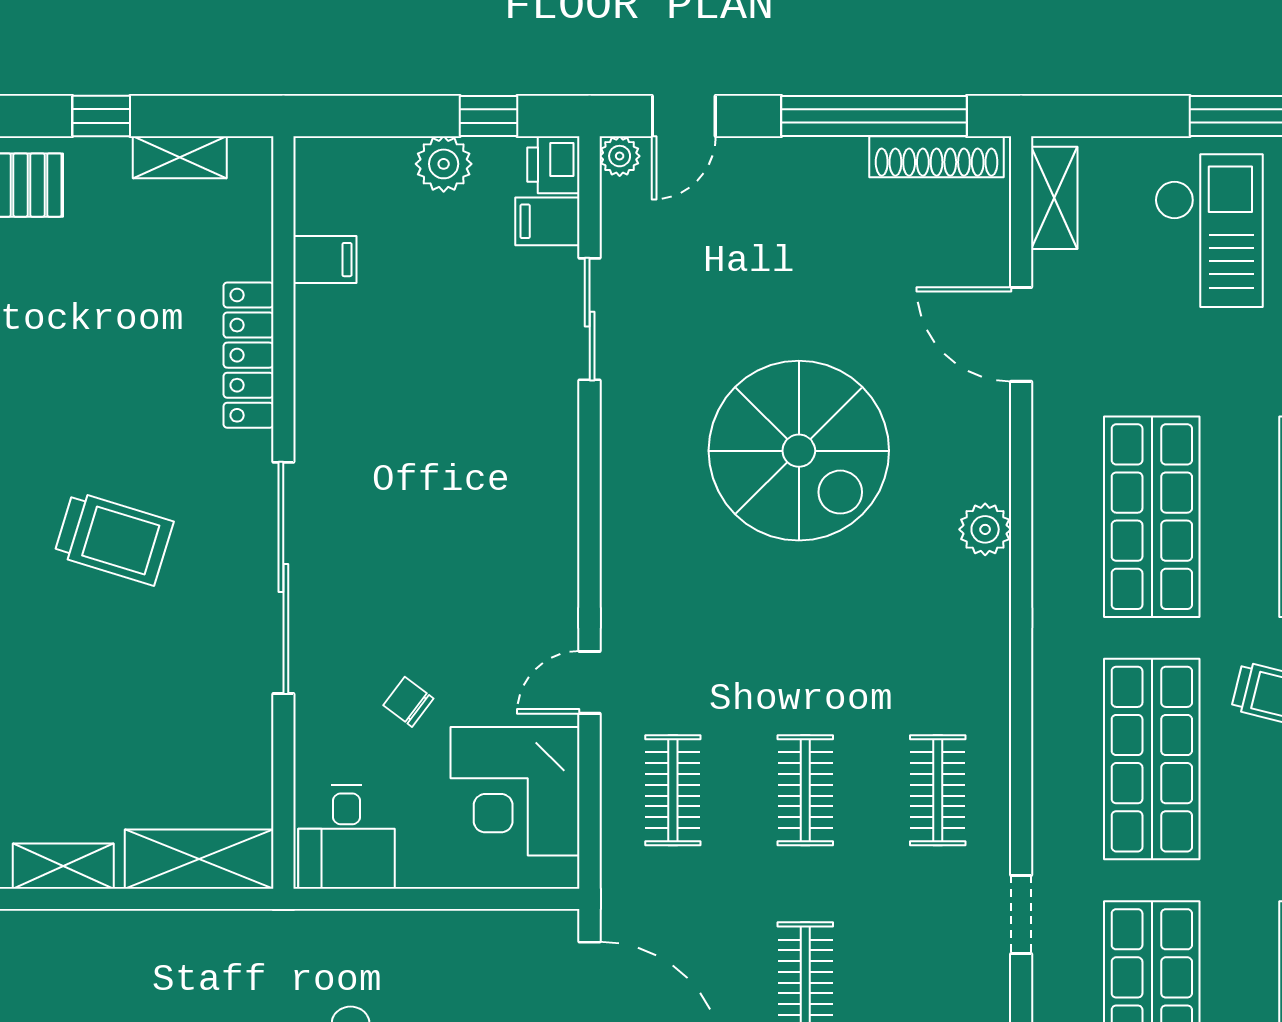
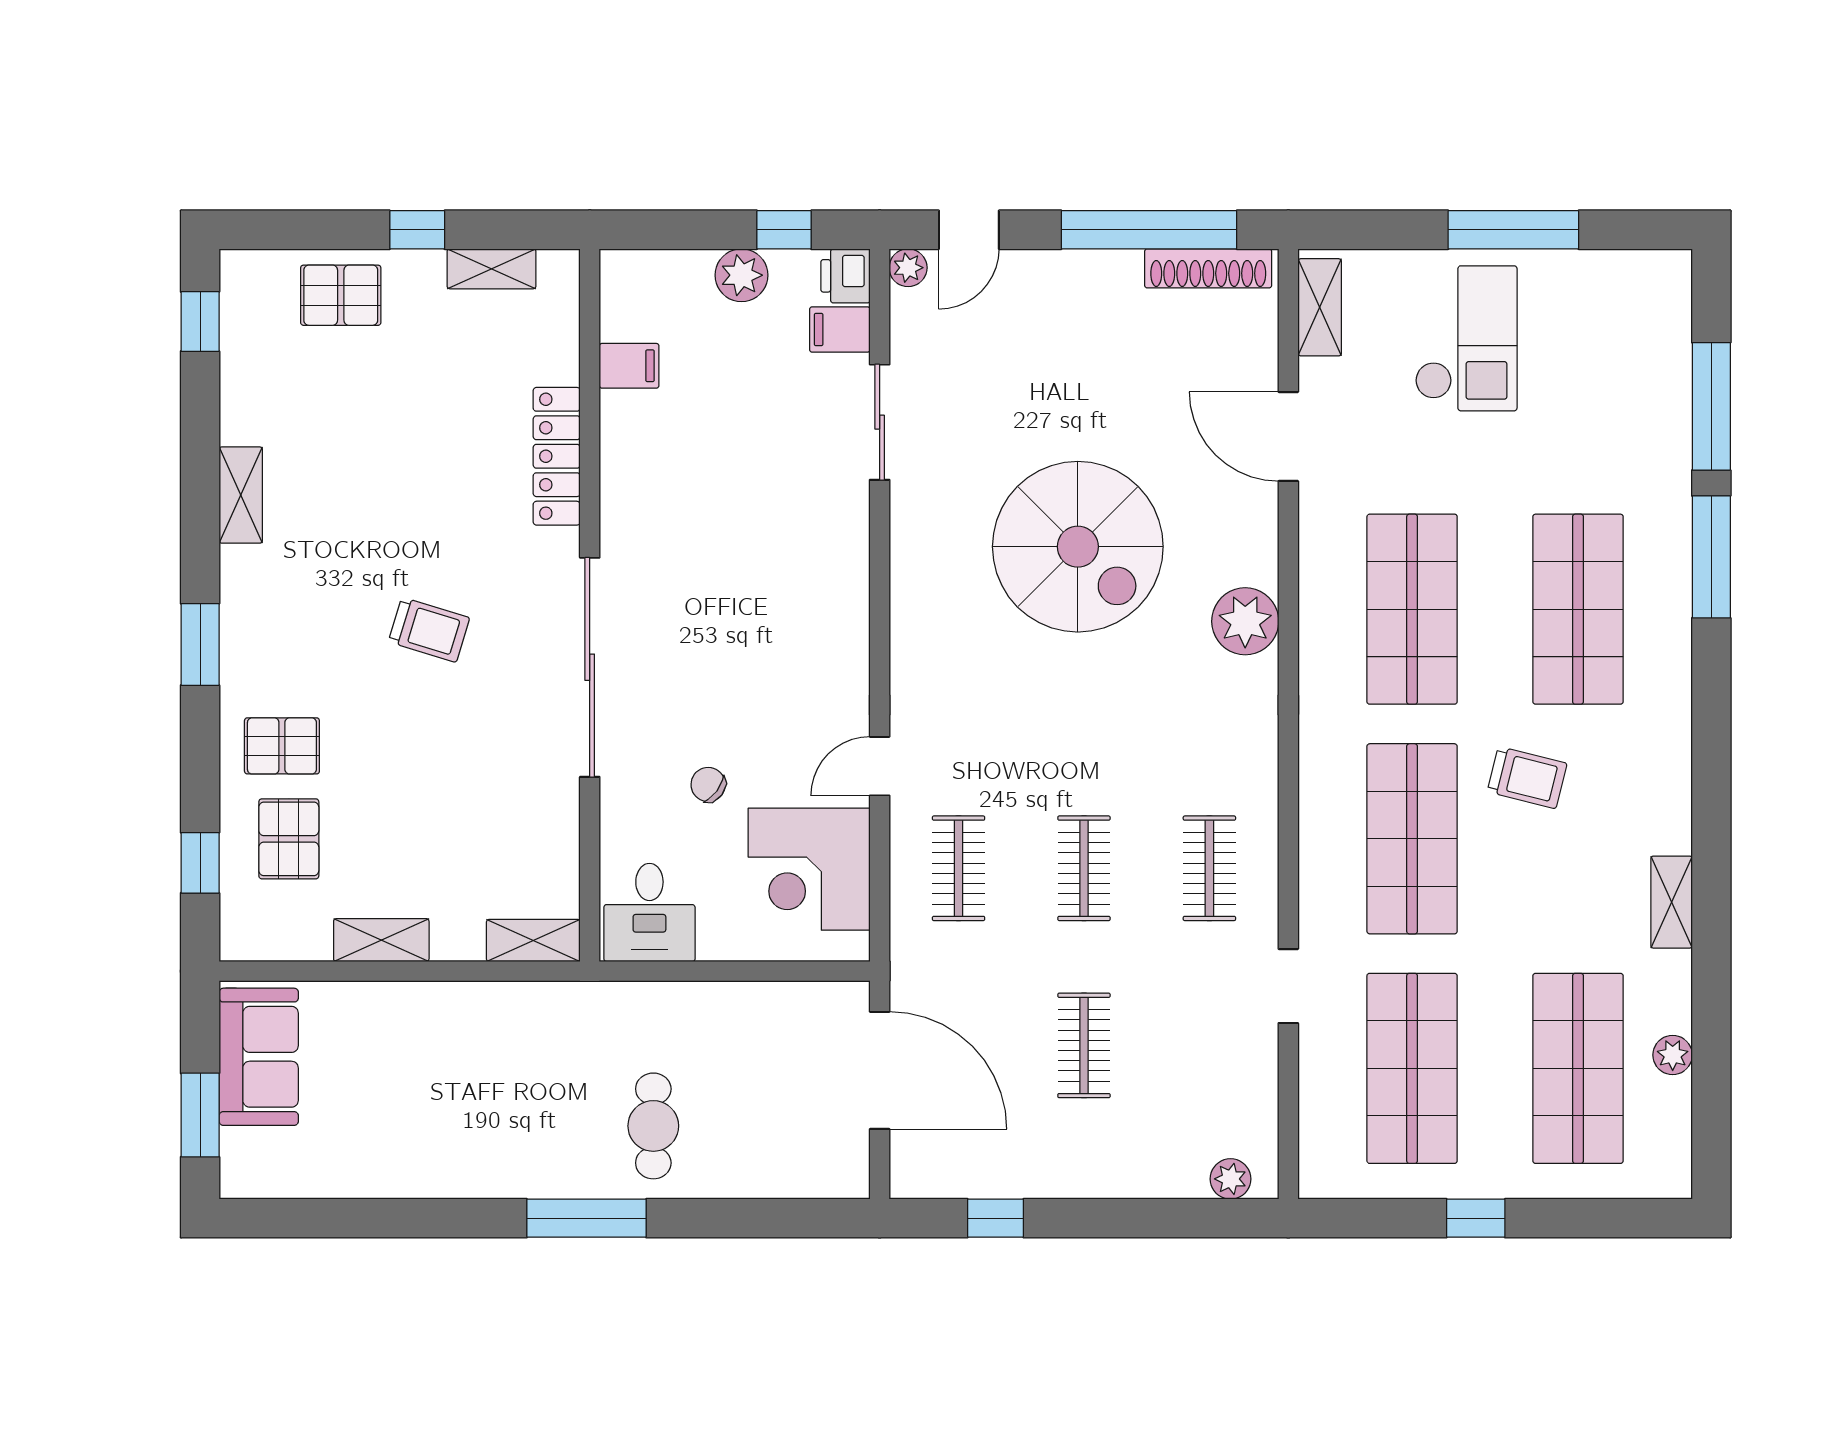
plant: (985, 529) -> (1245, 621), width x1.36, depth x1.36
trolley: (114, 538) -> (429, 630), width x0.73, depth x0.72
shelving: (199, 859) -> (533, 940), width x0.67, depth x0.75

